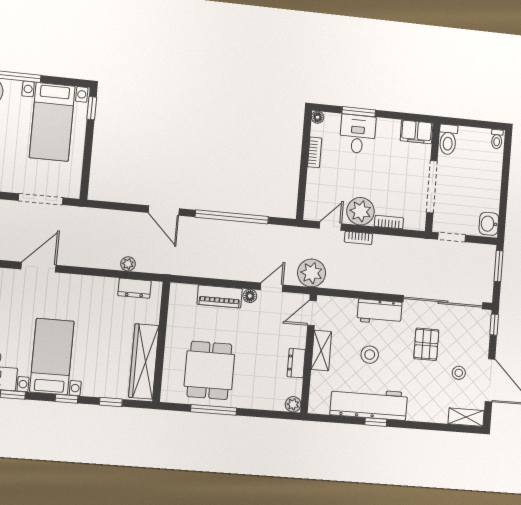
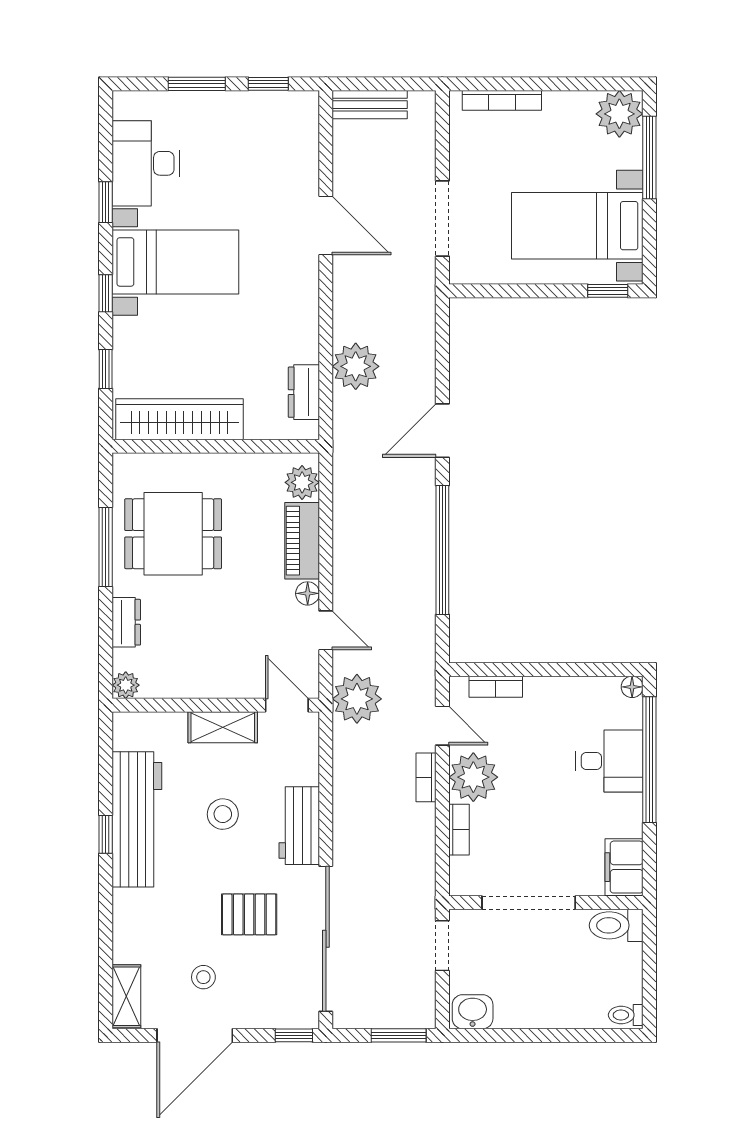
window: (359, 112) -> (649, 760), width x2.11
bookcase: (315, 152) -> (496, 687), moved
plant: (128, 264) -> (356, 366), width x1.87, depth x1.87
plant: (186, 294) -> (302, 482), added
dresser: (296, 363) -> (126, 622), moved, turned 90

